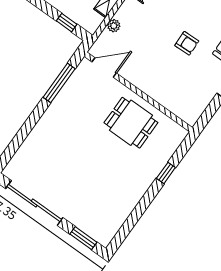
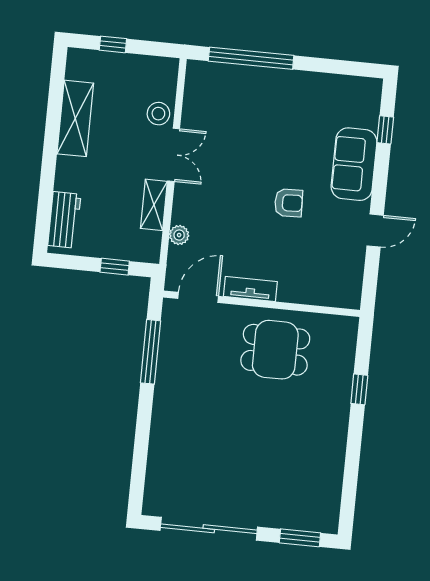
tv unit: (137, 80) -> (250, 289), added

